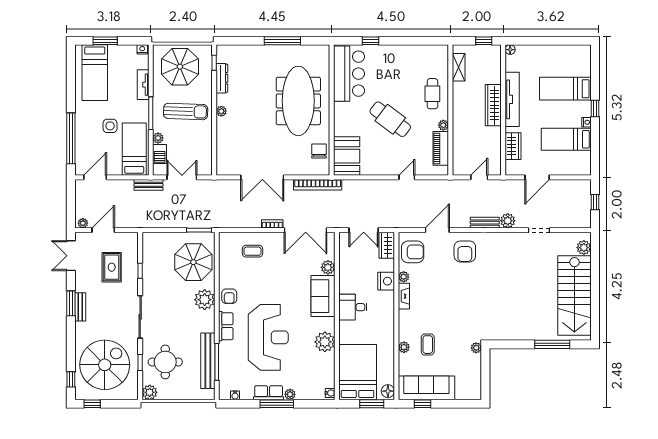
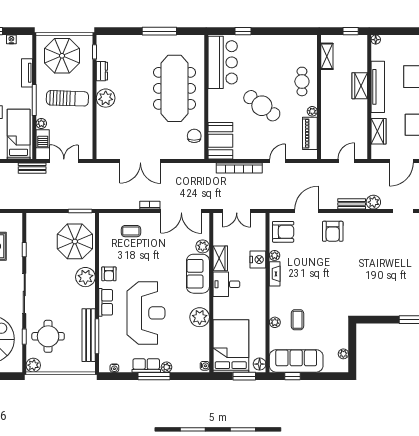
nightstand: (142, 49) -> (11, 39), moved
dresser: (222, 78) -> (102, 71), width x0.70
wardrobe: (493, 105) -> (360, 86), width x0.67
plant: (221, 111) -> (106, 98), width x1.88, depth x1.88
bookcase: (318, 185) -> (239, 168), moved
wardrobe: (387, 245) -> (220, 258), moved, turned 180
plant: (476, 348) -> (343, 354), moved

